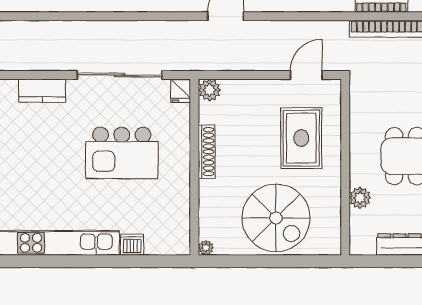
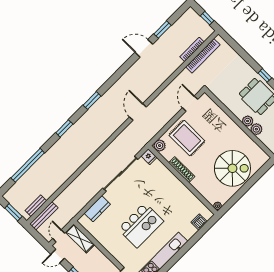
rug: (301, 138) -> (187, 138), moved
kitchen island: (122, 153) -> (141, 225), moved
plant: (359, 175) -> (248, 121), added
dishwasher: (132, 245) -> (199, 222), moved

